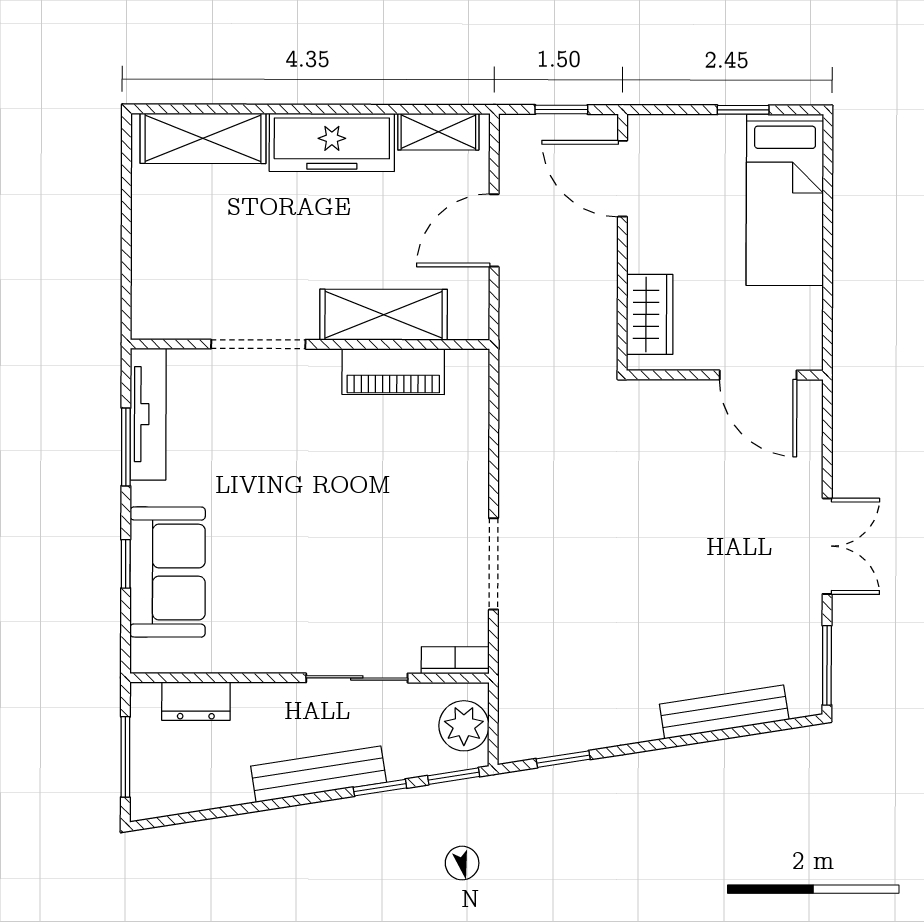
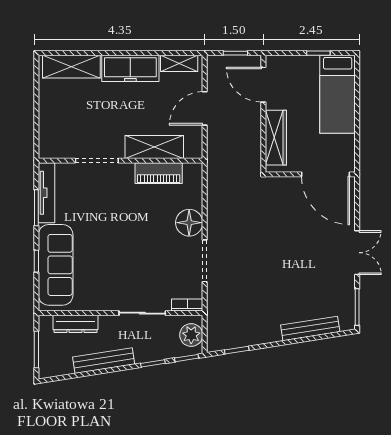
wardrobe: (650, 314) -> (276, 138), width x1.50
door: (758, 375) -> (326, 174), width x1.36
floor lamp: (460, 480) -> (189, 223), added
sofa: (168, 572) -> (56, 265), width x1.36
dresser: (196, 701) -> (75, 324), width x1.44
bench: (319, 774) -> (104, 361), moved

